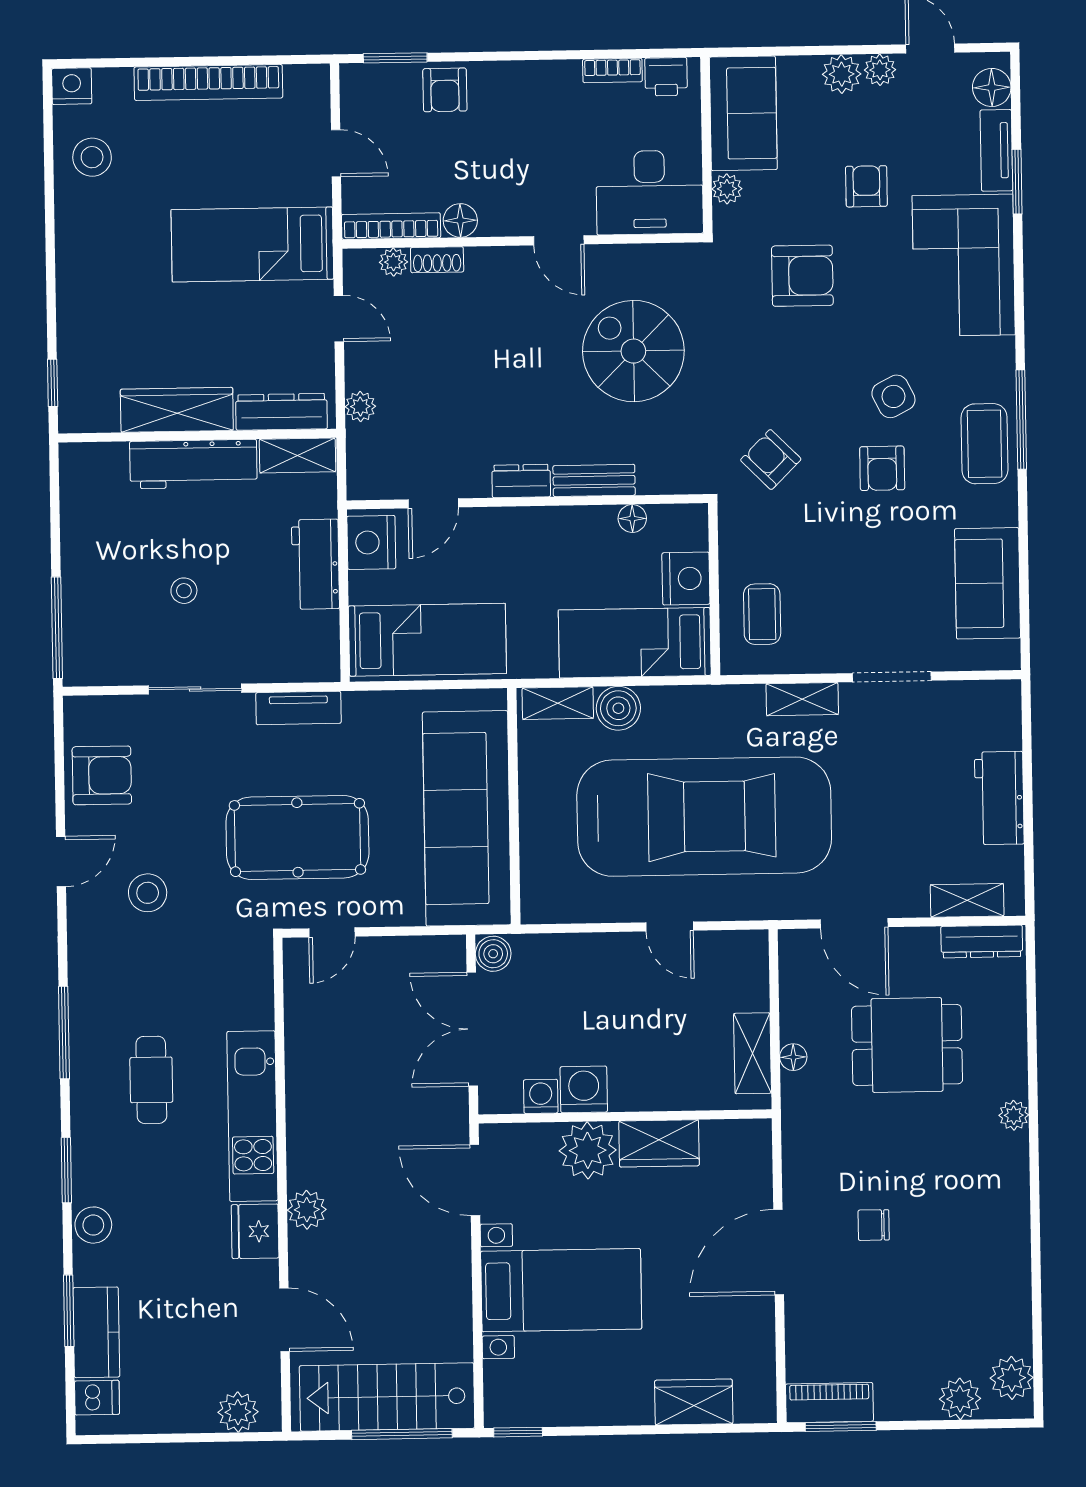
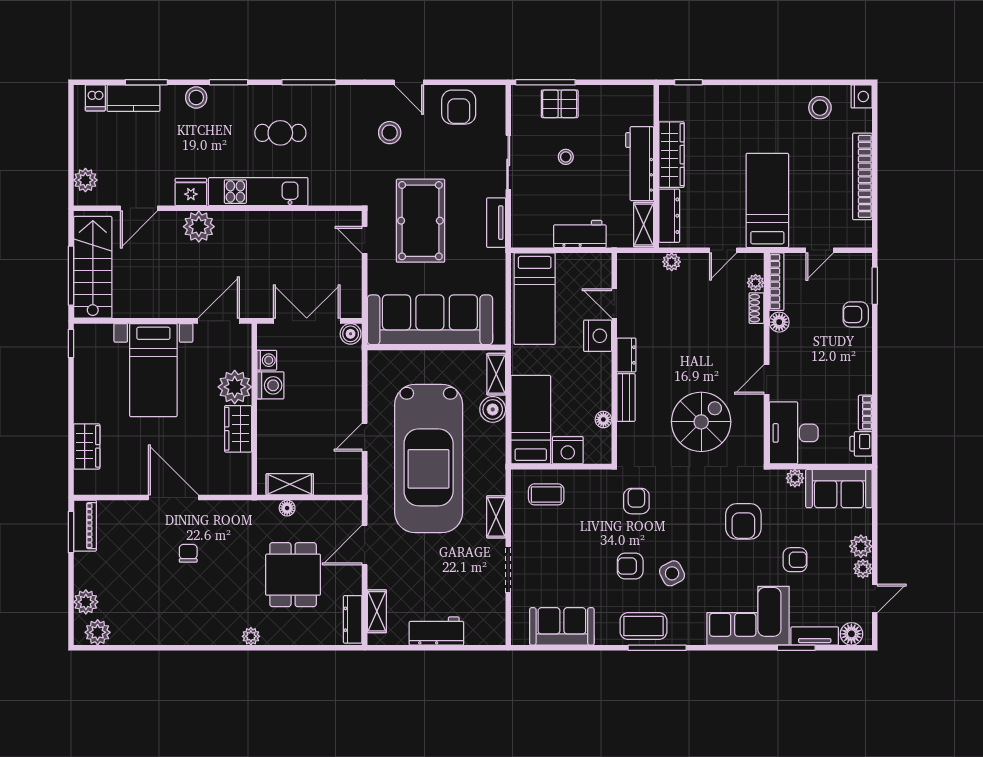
armchair: (771, 460) -> (636, 501), turned -45
nightstand: (371, 542) -> (598, 336), moved, turned 90
pallet: (93, 603) -> (560, 104), added
plant: (307, 1210) -> (199, 227), width x1.36, depth x1.36

